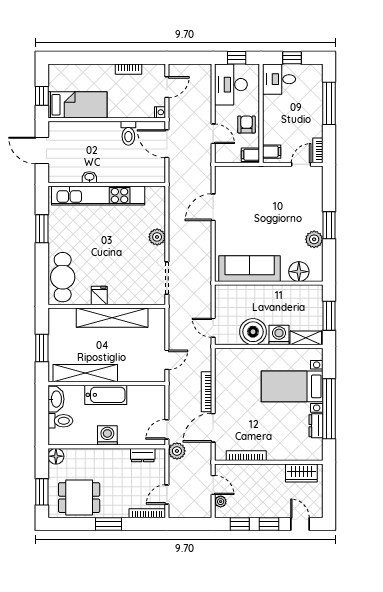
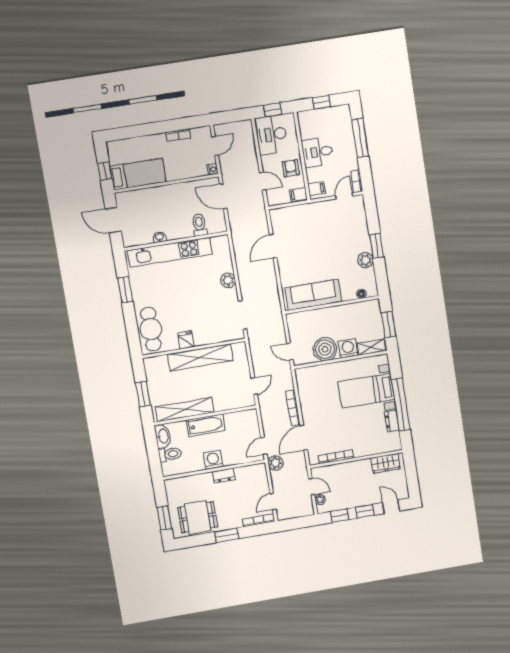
desk: (279, 79) -> (317, 152), moved
toilet: (128, 133) -> (199, 225), moved, turned 180
floor lamp: (299, 272) -> (361, 294), width x0.53, depth x0.53
dresser: (143, 455) -> (224, 475), moved
floor lamp: (56, 456) -> (171, 485), removed

